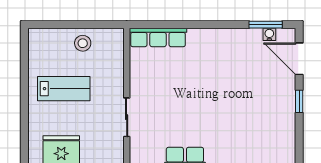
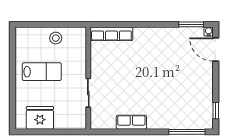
water cooler: (269, 34) -> (209, 32), moved
window: (299, 101) -> (216, 111), moved

